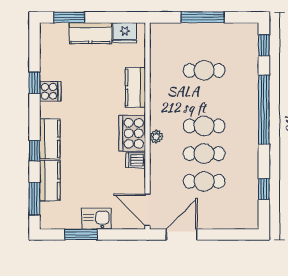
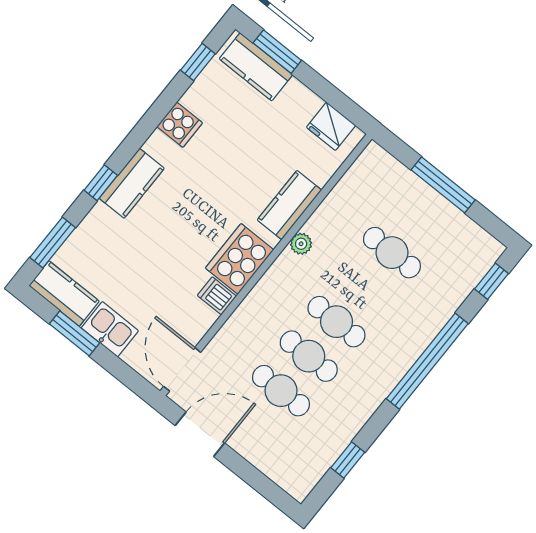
kitchen counter: (90, 33) -> (256, 67), moved
window: (35, 83) -> (198, 62), moved
plant: (156, 137) -> (301, 244), moved
kitchen counter: (50, 181) -> (64, 293), moved, turned -90

